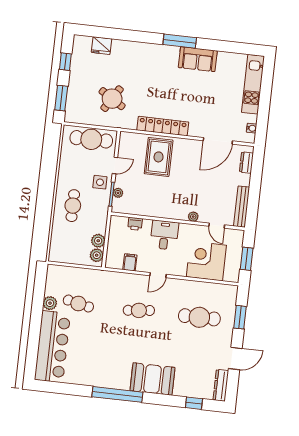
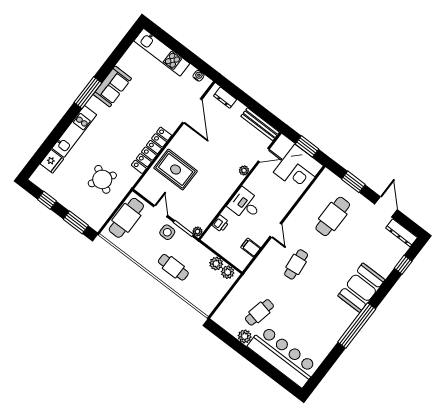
kitchen unit: (139, 50) -> (74, 131), added
plant: (118, 193) -> (197, 231), moved
corner desk: (206, 261) -> (298, 169), moved, turned -90

